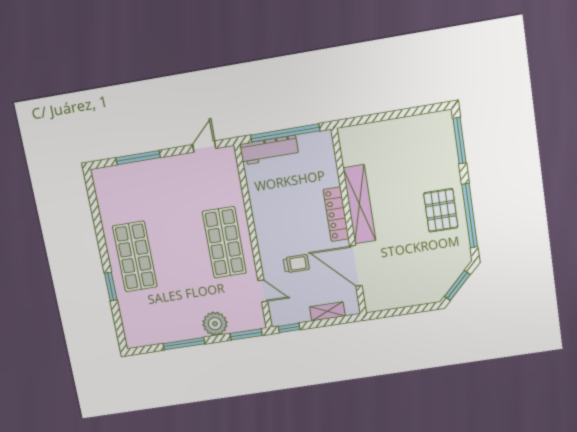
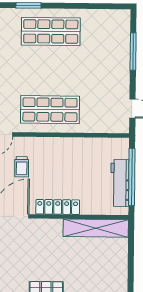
workbench: (269, 150) -> (120, 183), moved
shelving: (360, 204) -> (96, 228), moved

